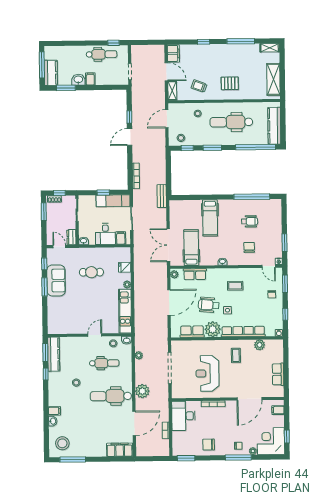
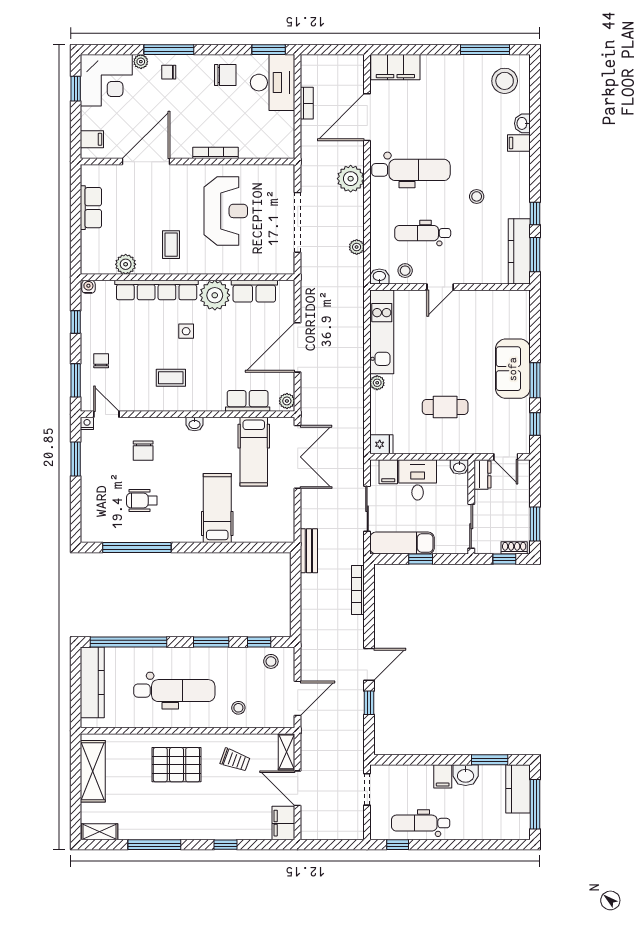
pallet: (230, 83) -> (176, 765), width x1.50, depth x1.42
fridge: (125, 267) -> (381, 444), moved
sofa: (56, 280) -> (513, 369), moved
wheelchair: (209, 305) -> (222, 342), removed
desk: (183, 416) -> (273, 83), moved

